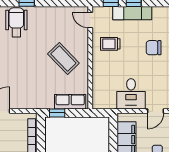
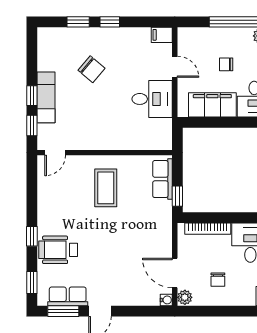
trolley: (110, 44) -> (86, 126), removed
chair: (154, 48) -> (91, 69), turned -50
coffee table: (63, 59) -> (106, 188), turned -46

